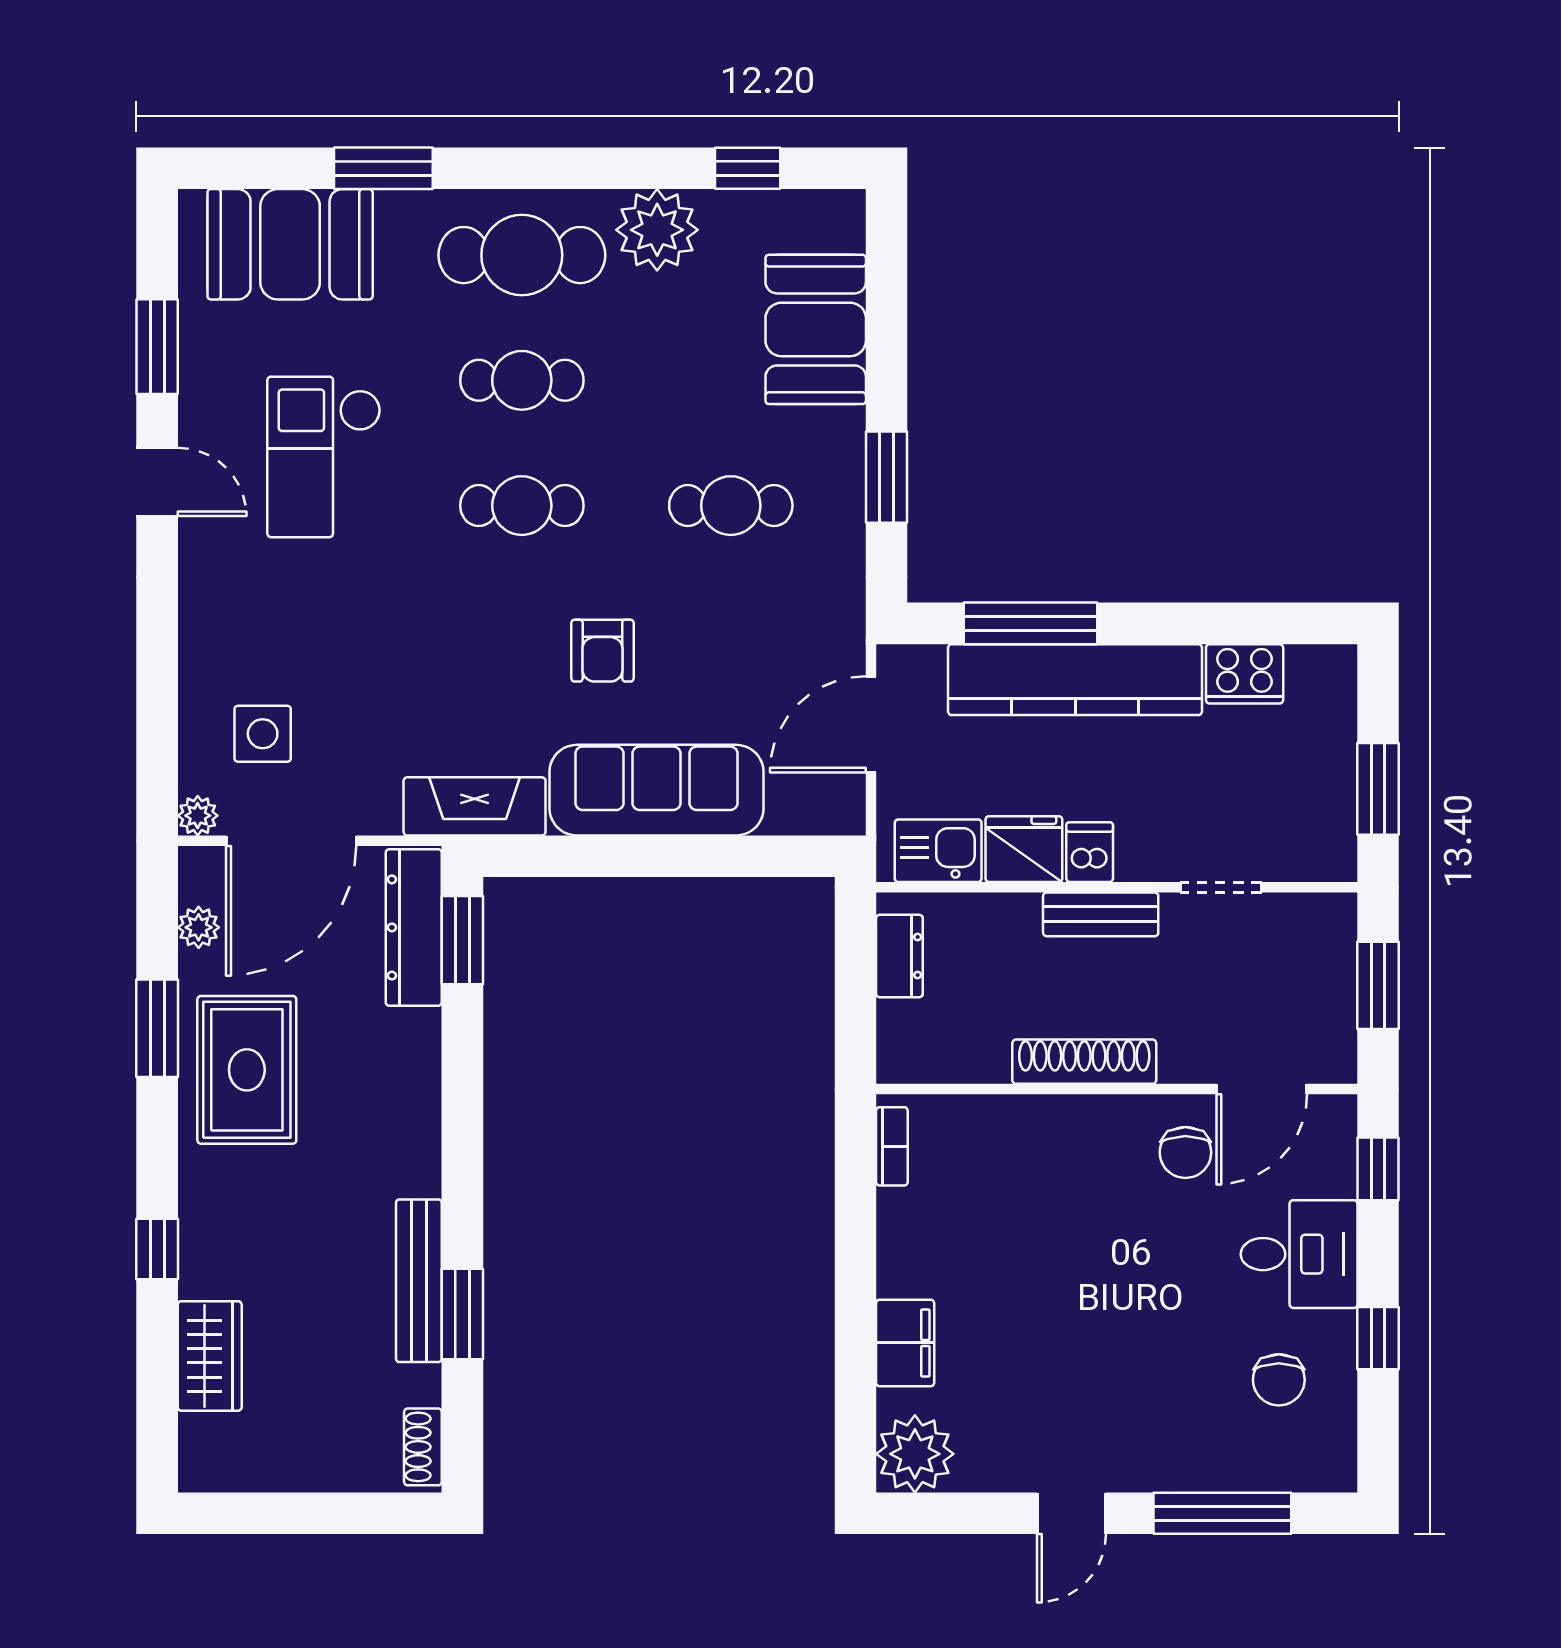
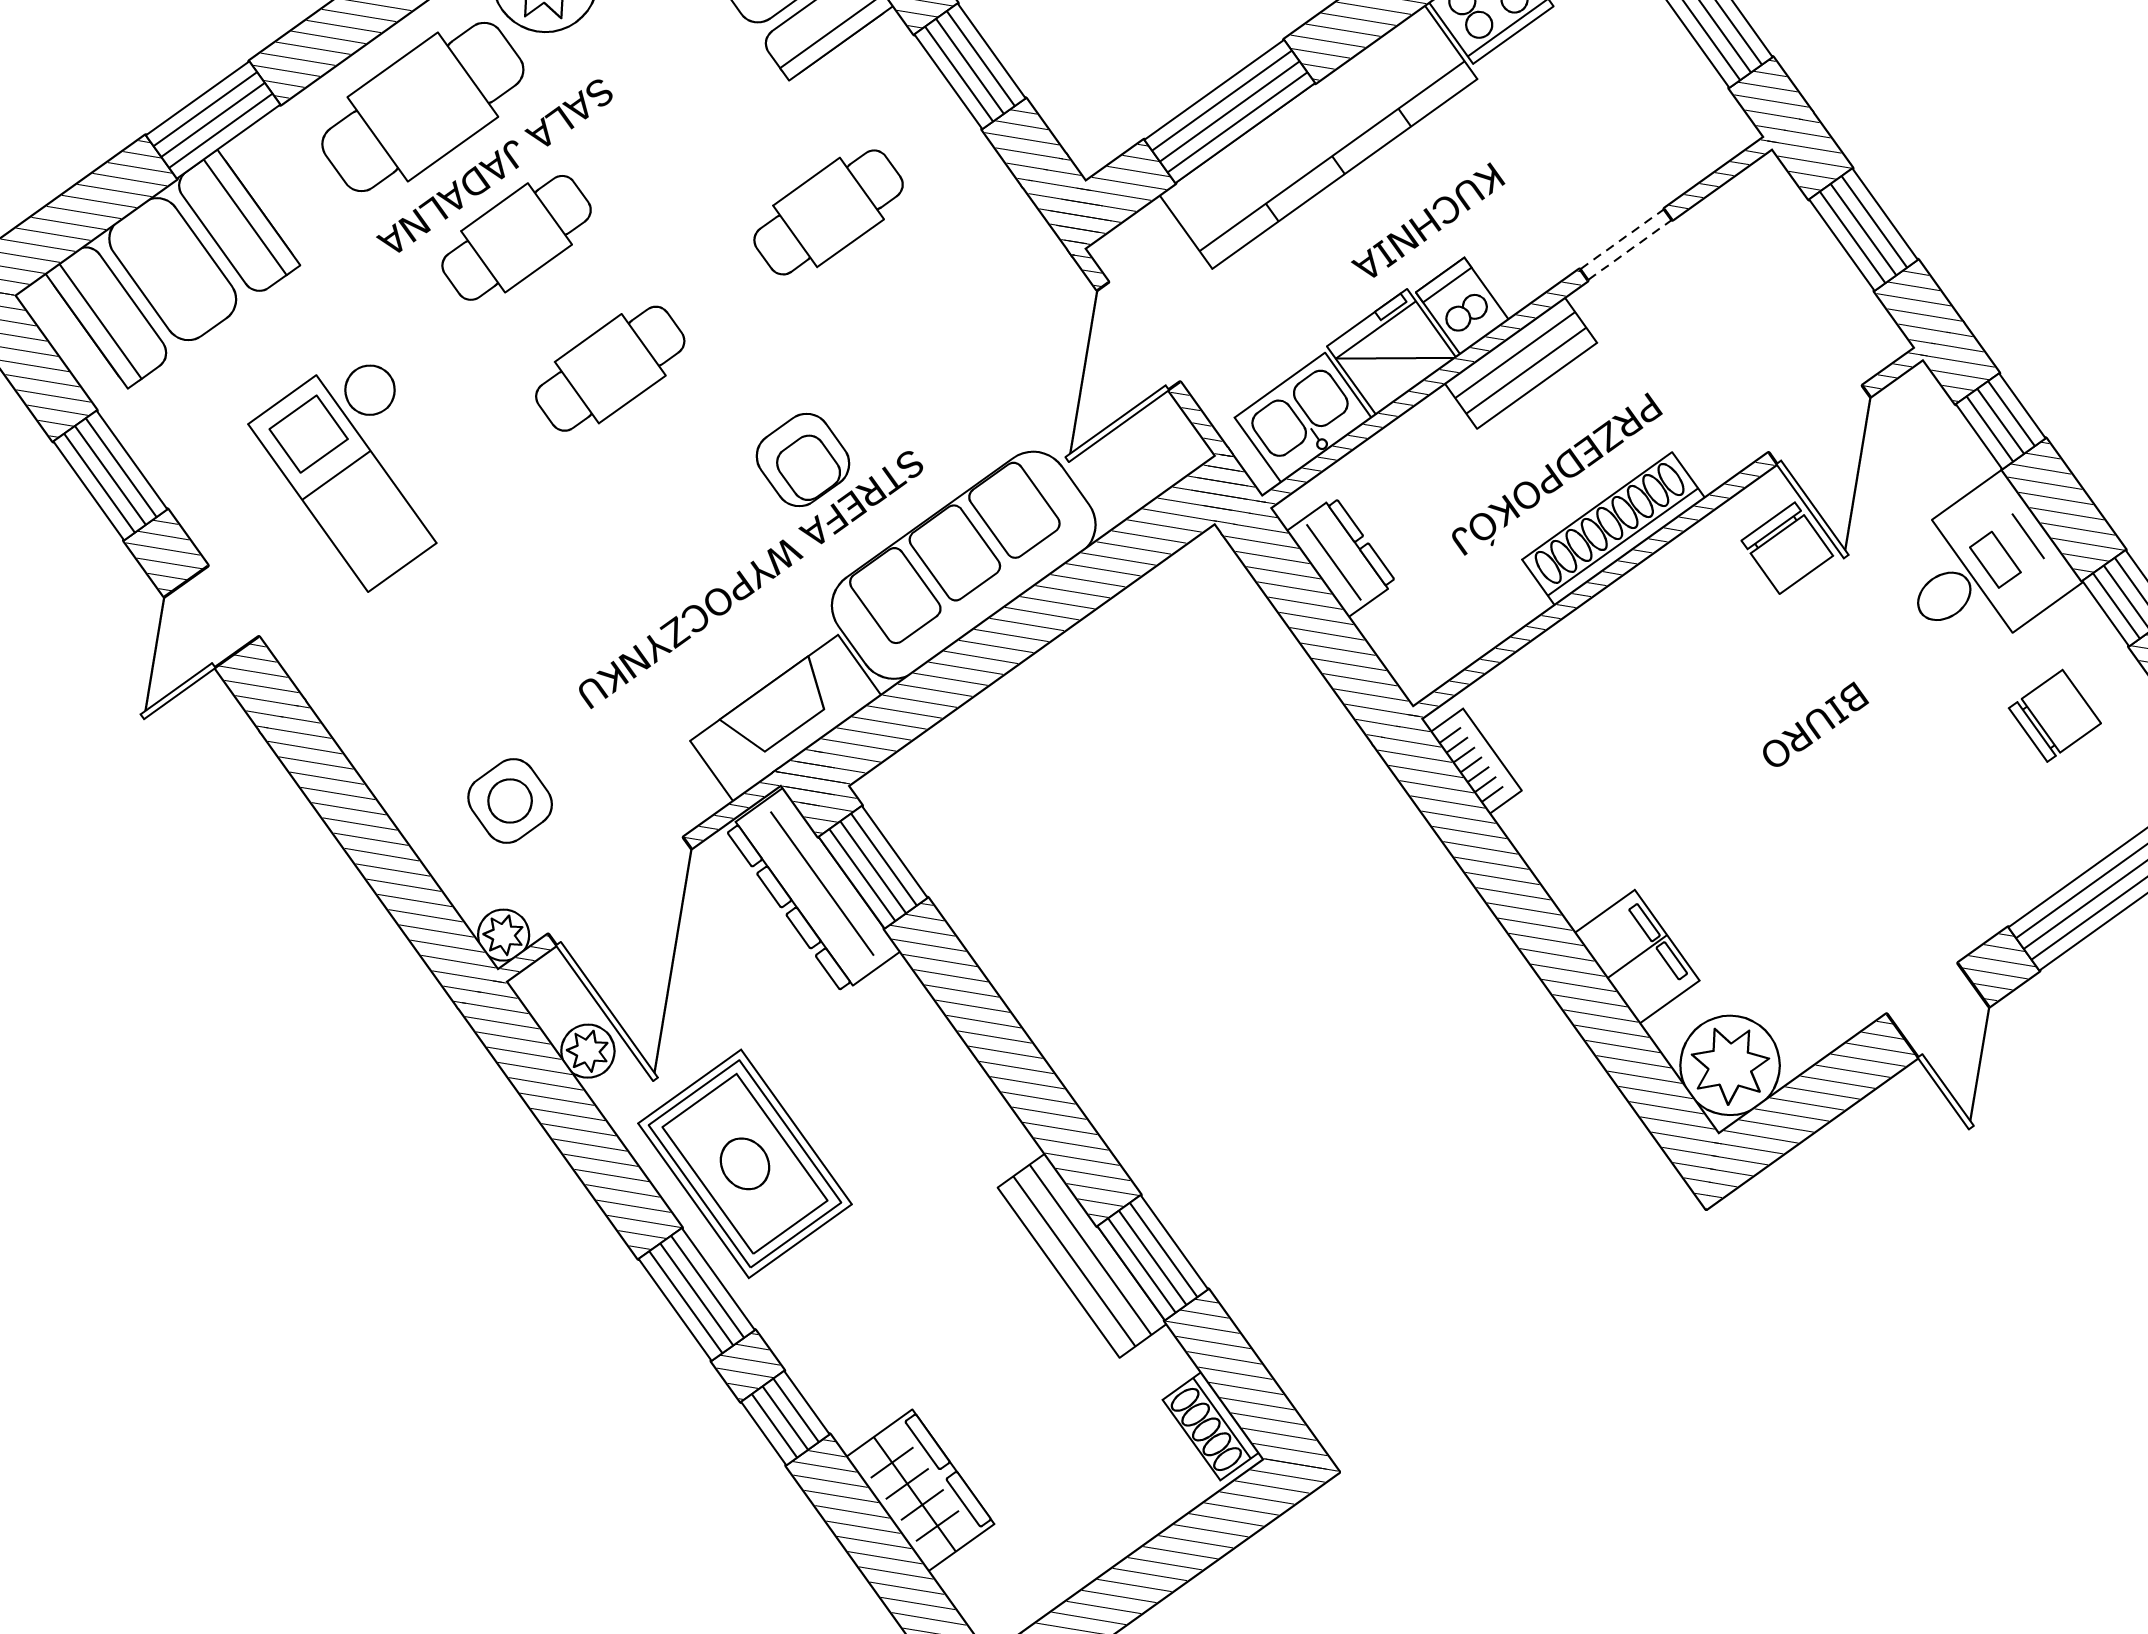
door: (157, 482) -> (212, 617), swing flipped
window: (157, 1028) -> (697, 1295), moved
chair: (1279, 1380) -> (2055, 716), turned -90

